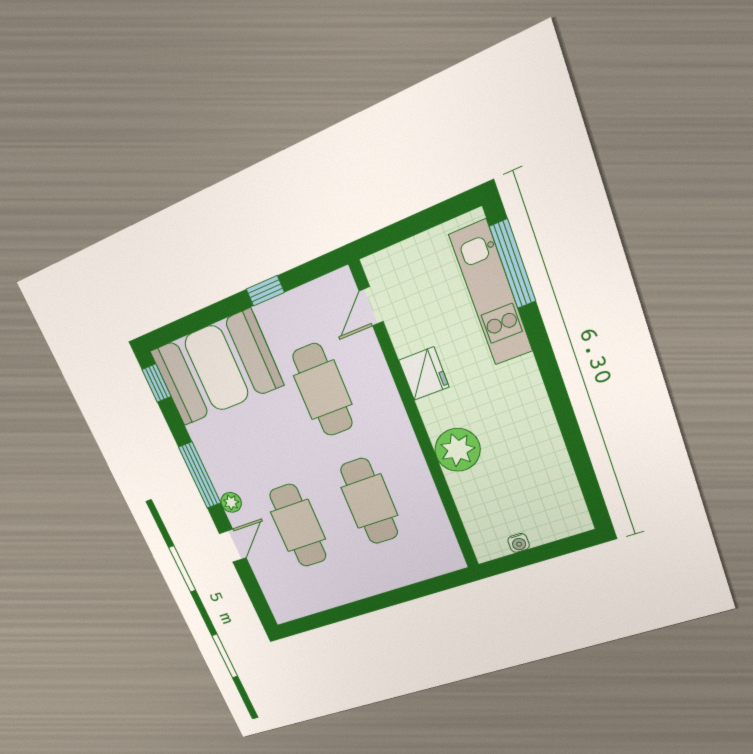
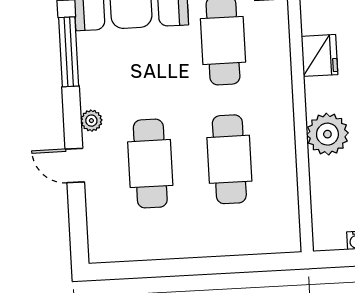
window: (200, 475) -> (69, 52), moved
door: (233, 546) -> (75, 166), swing flipped

